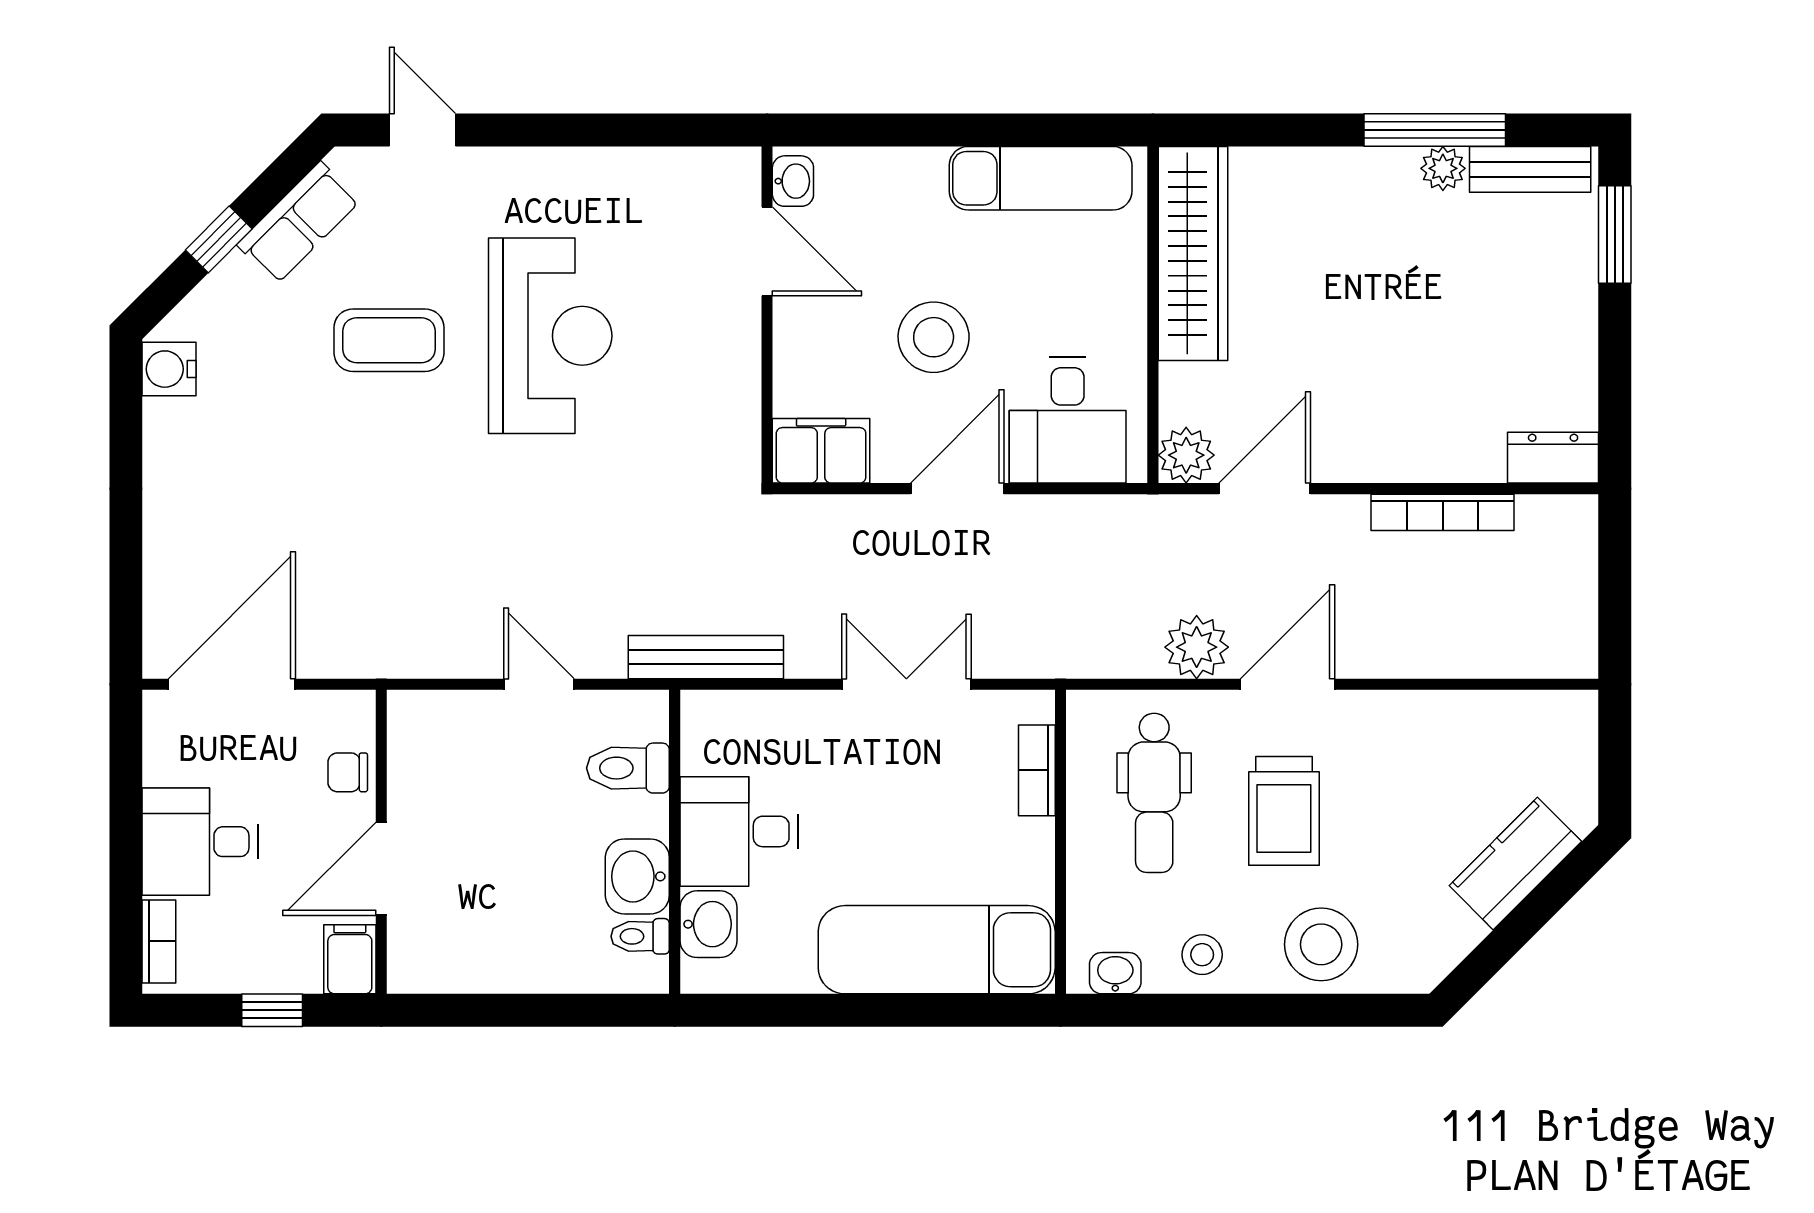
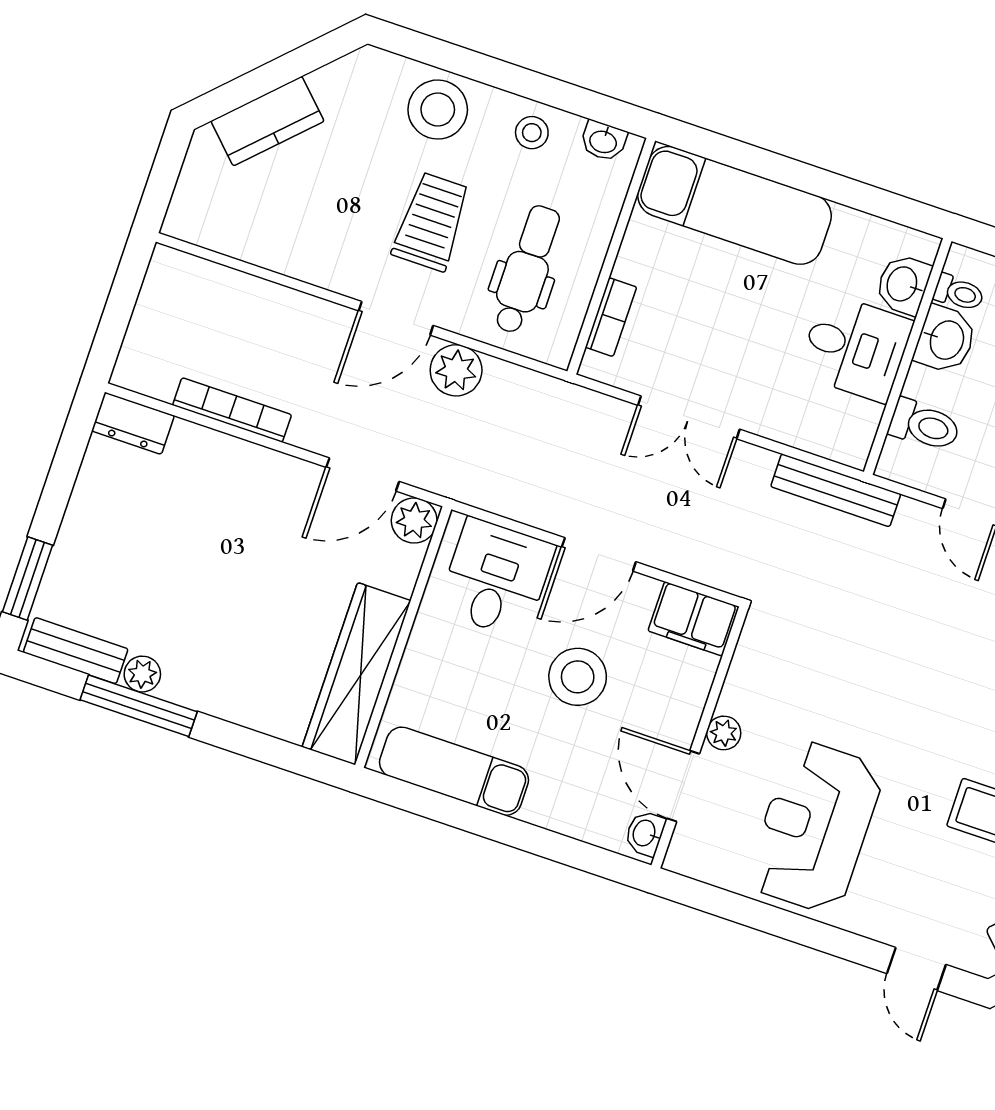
plant: (741, 329) -> (724, 733), added
reception desk: (550, 336) -> (815, 827), moved

